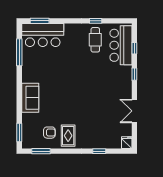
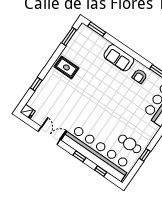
bar counter: (121, 45) -> (97, 152), width x1.86
armchair: (49, 133) -> (140, 76), moved

